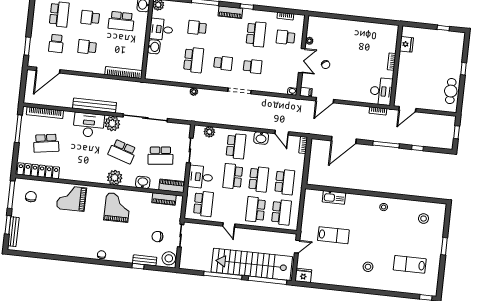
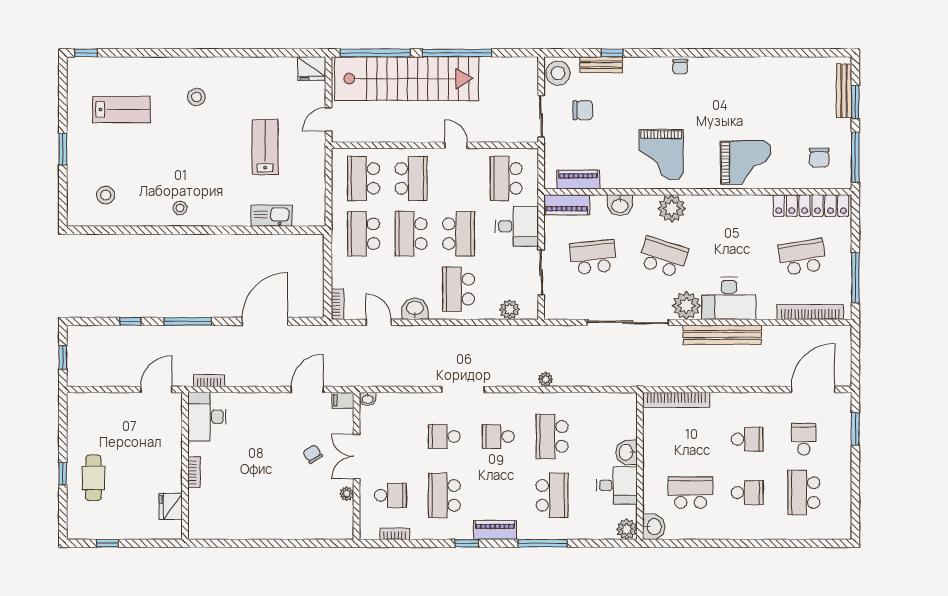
school desk: (197, 28) -> (552, 495), width x1.85
cafe table: (451, 91) -> (93, 478), moved
lab bench: (333, 235) -> (265, 147), turned 90

